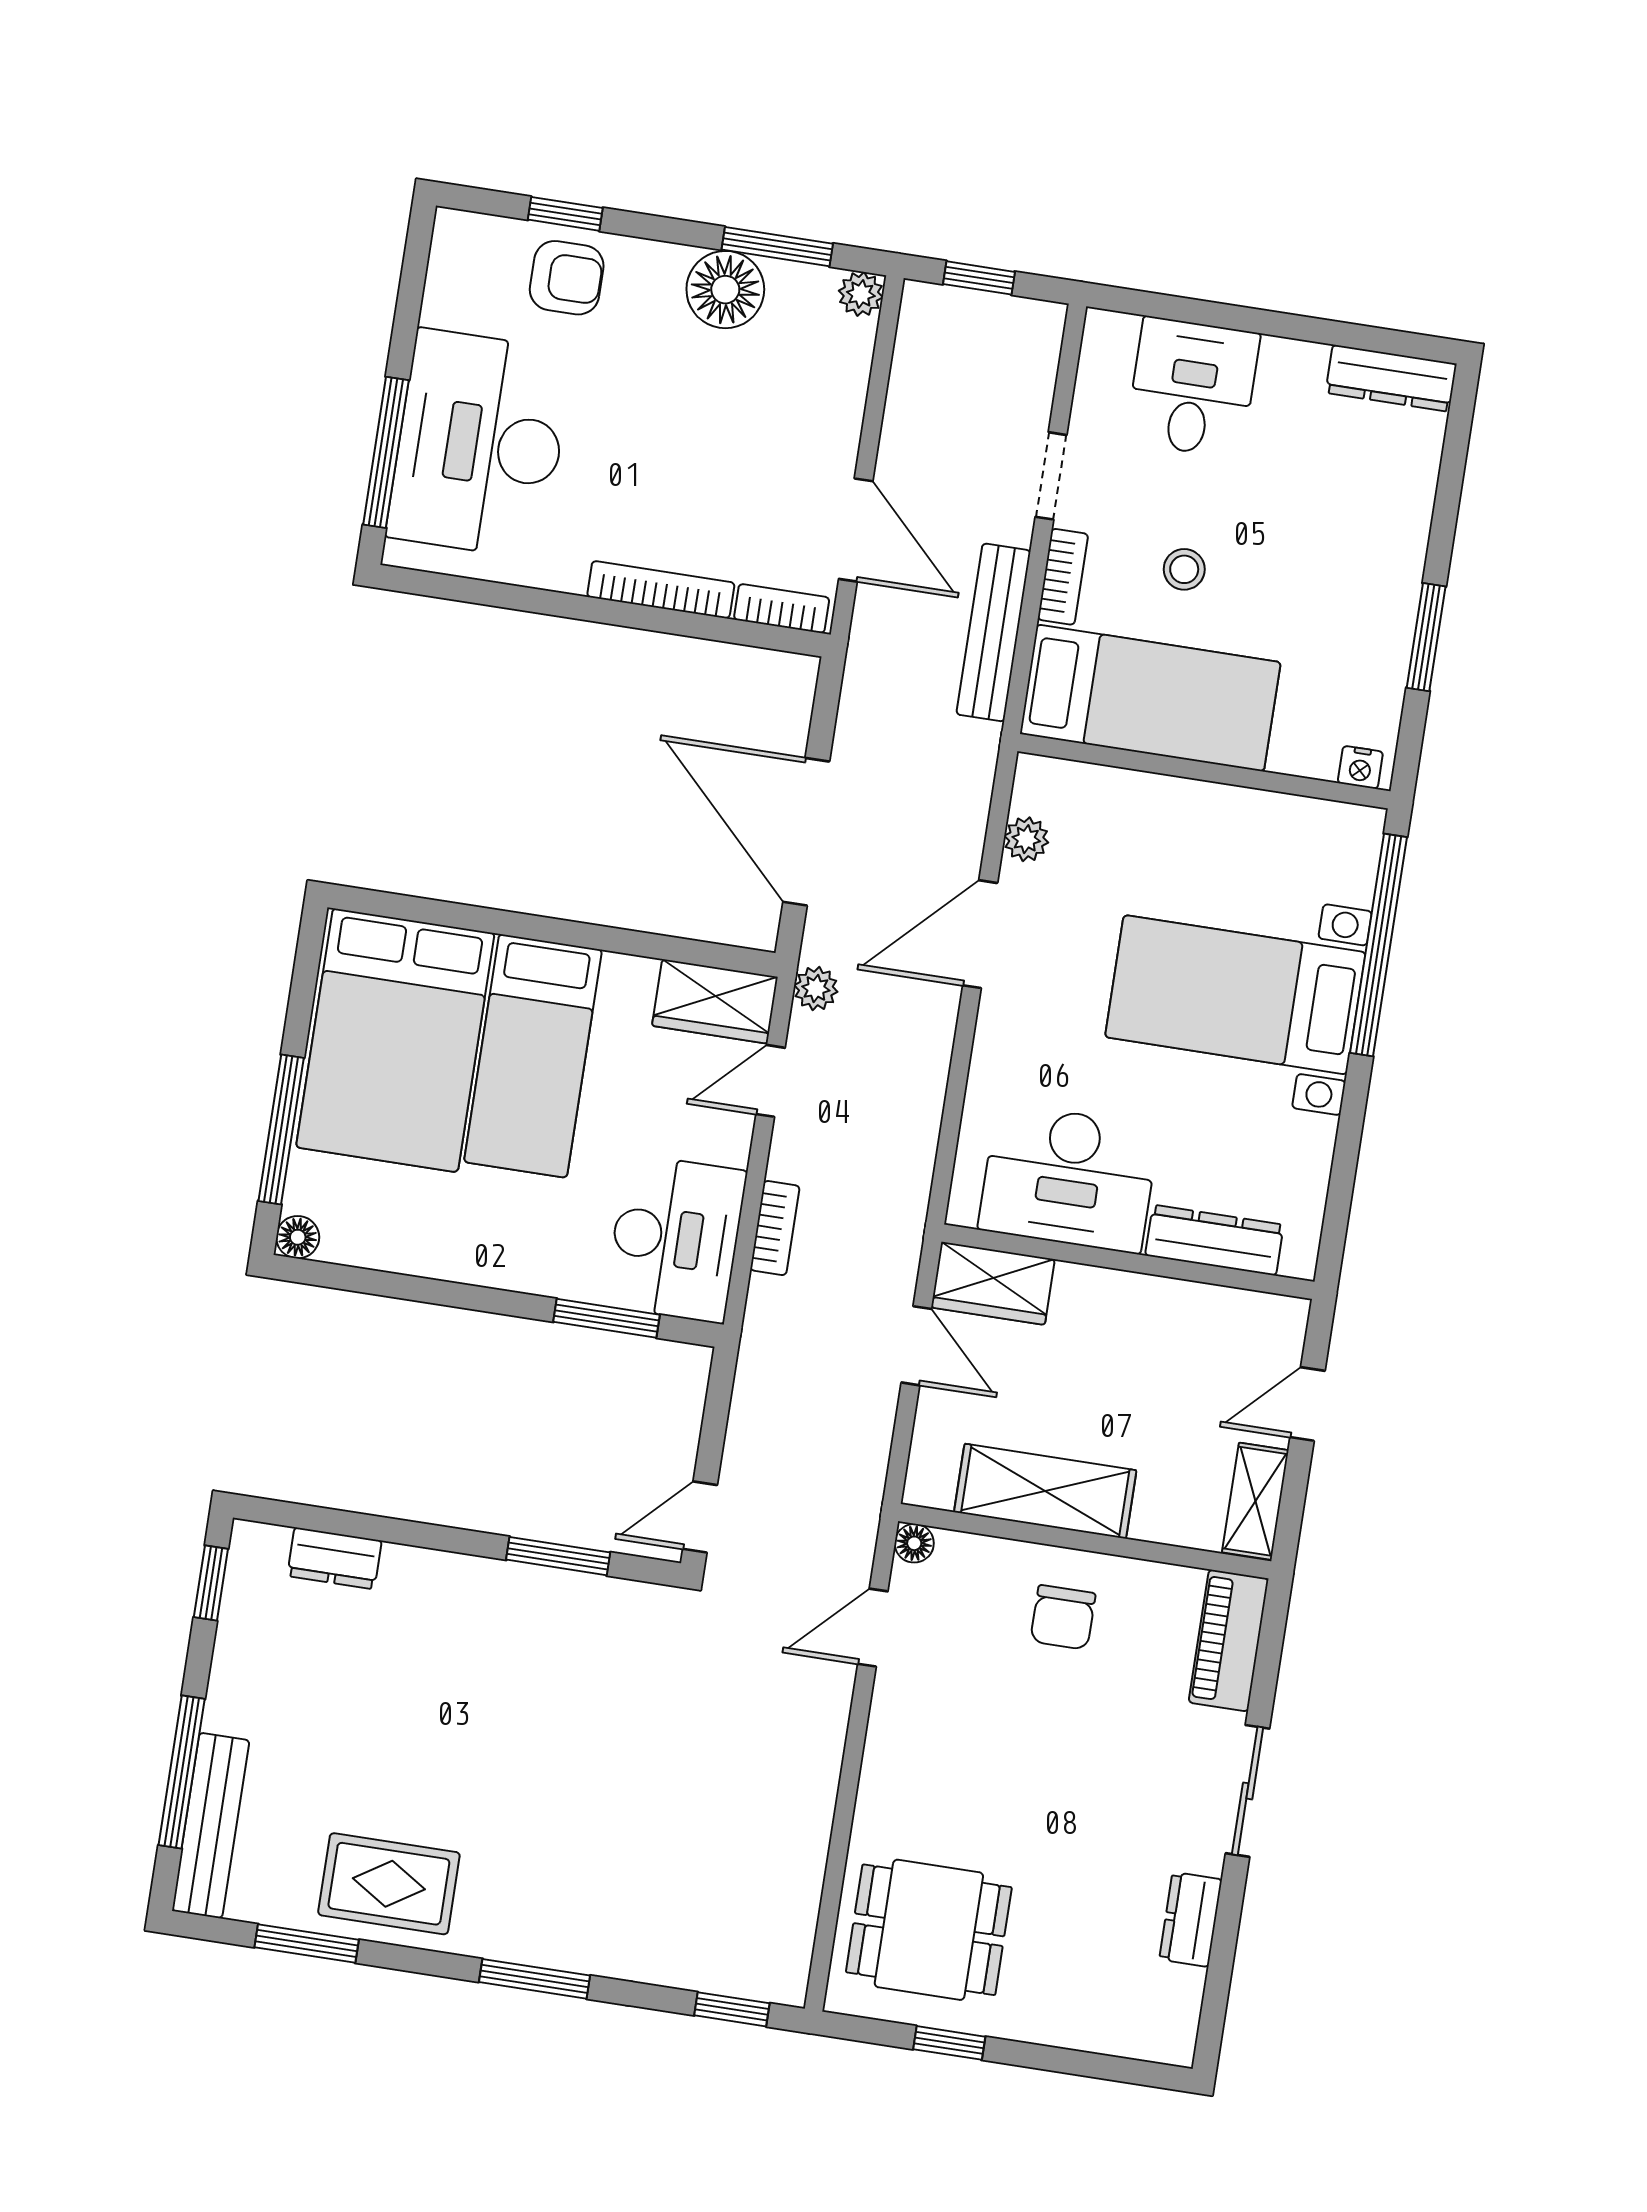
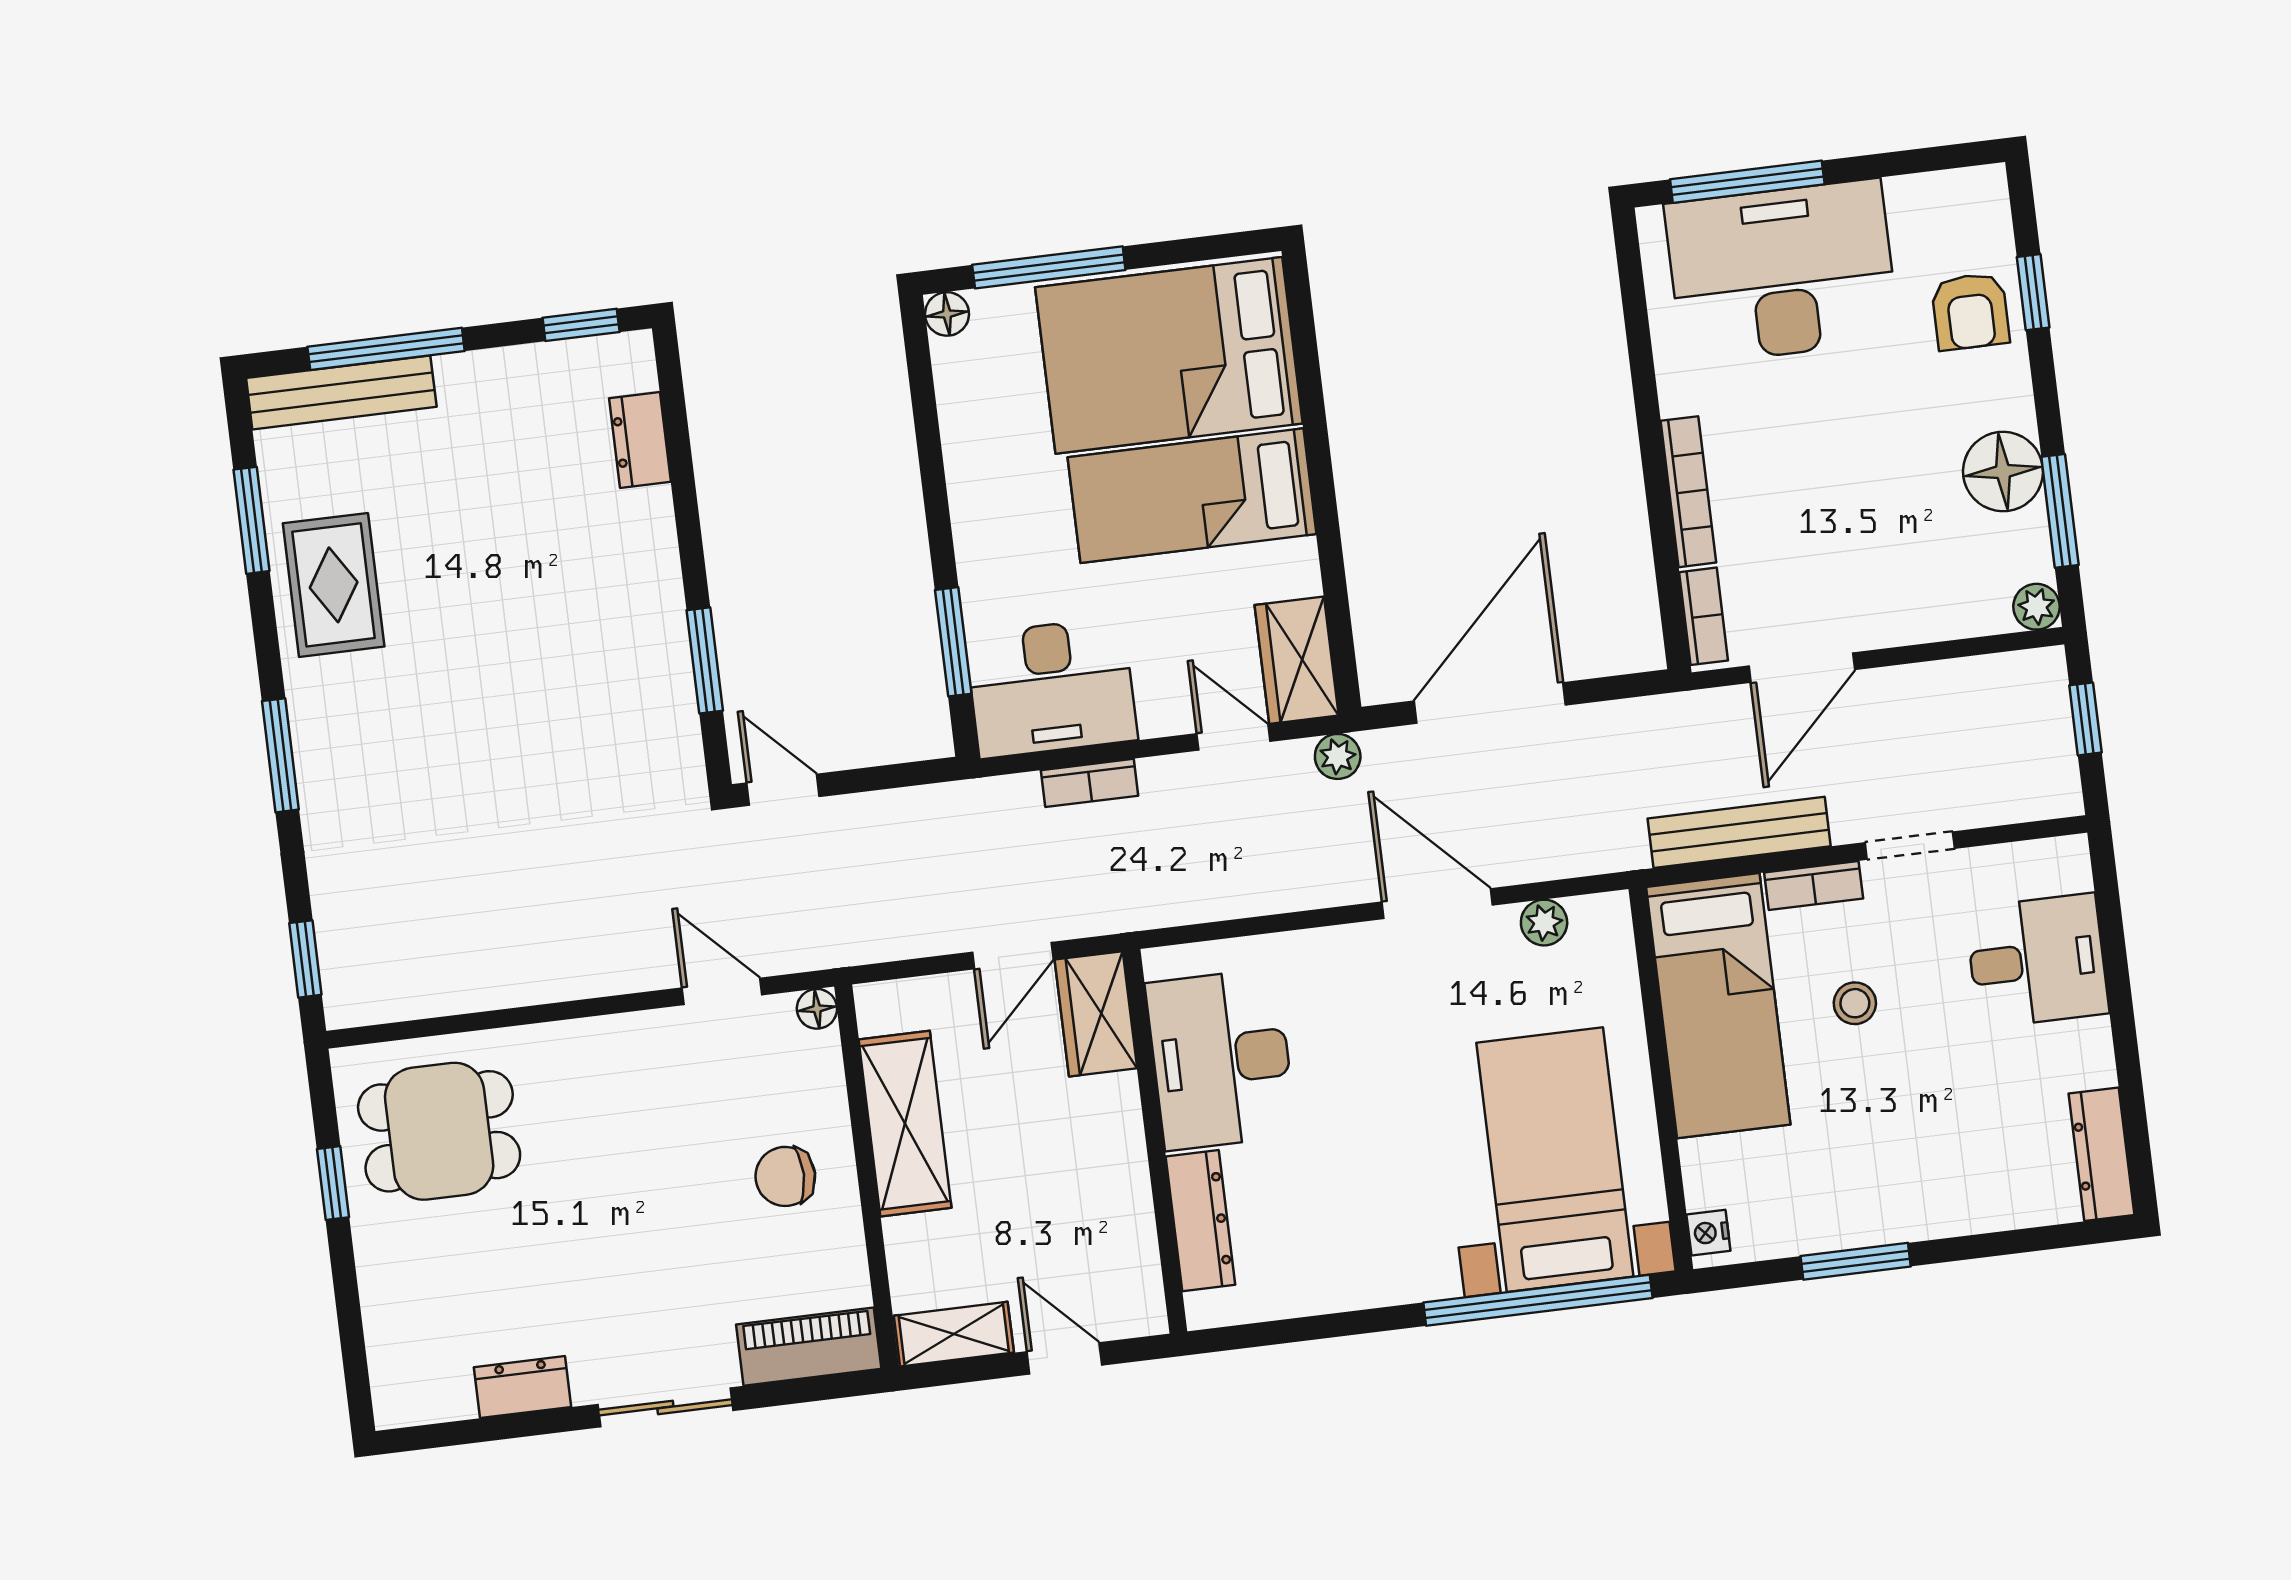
bed with nightstands: (1235, 995) -> (1555, 1160), moved
dining table: (929, 1930) -> (439, 1131), turned 90

